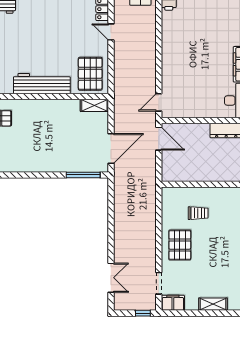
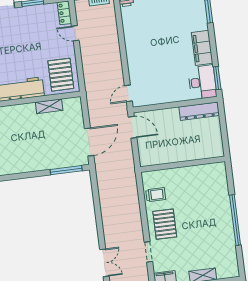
shelving: (94, 105) -> (49, 106), moved
trolley: (198, 213) -> (156, 195), moved
doorway: (159, 283) -> (148, 252), moved

